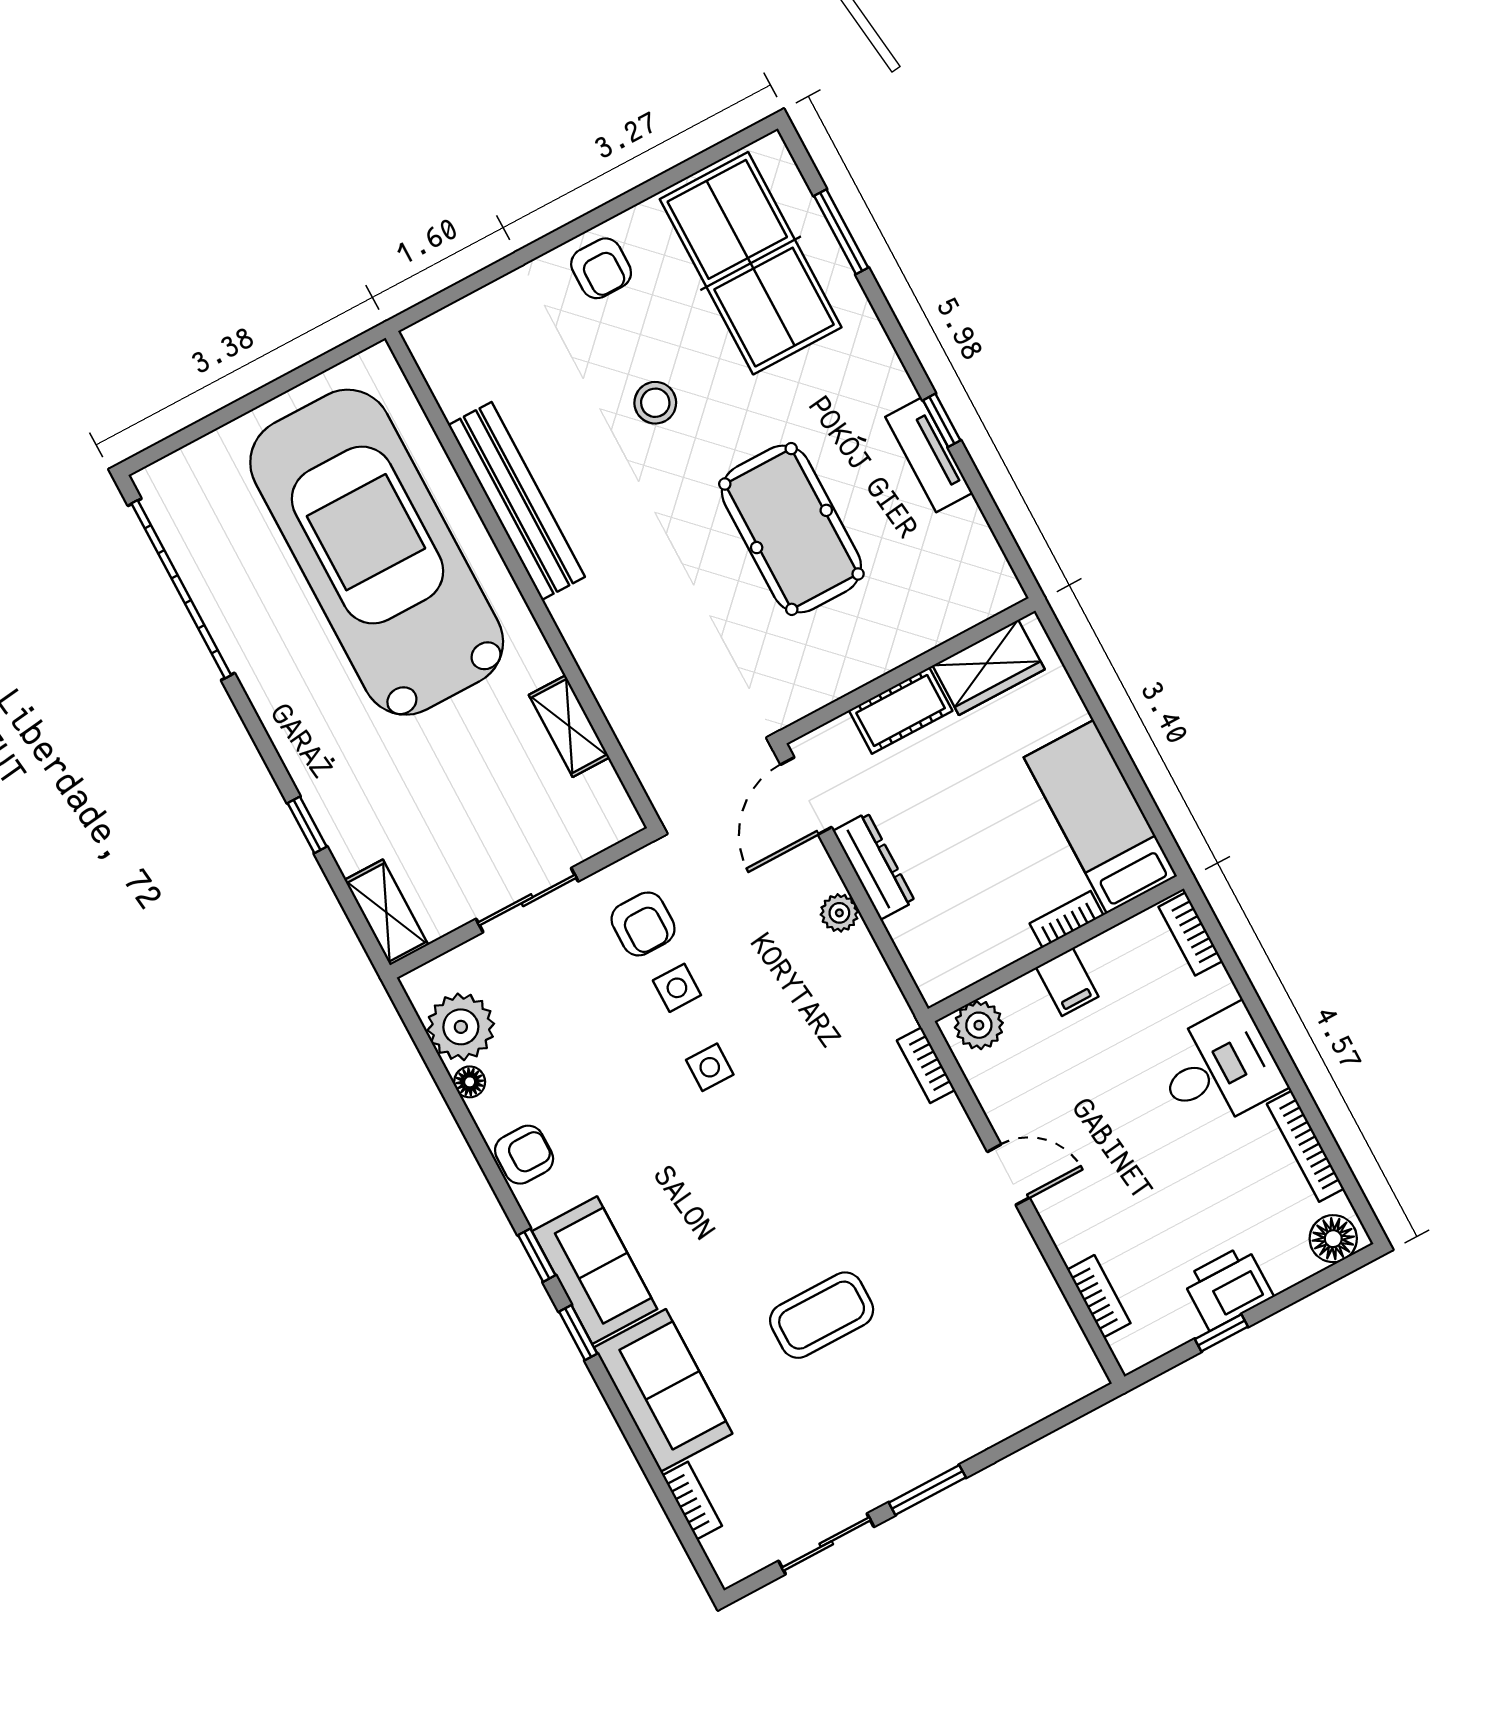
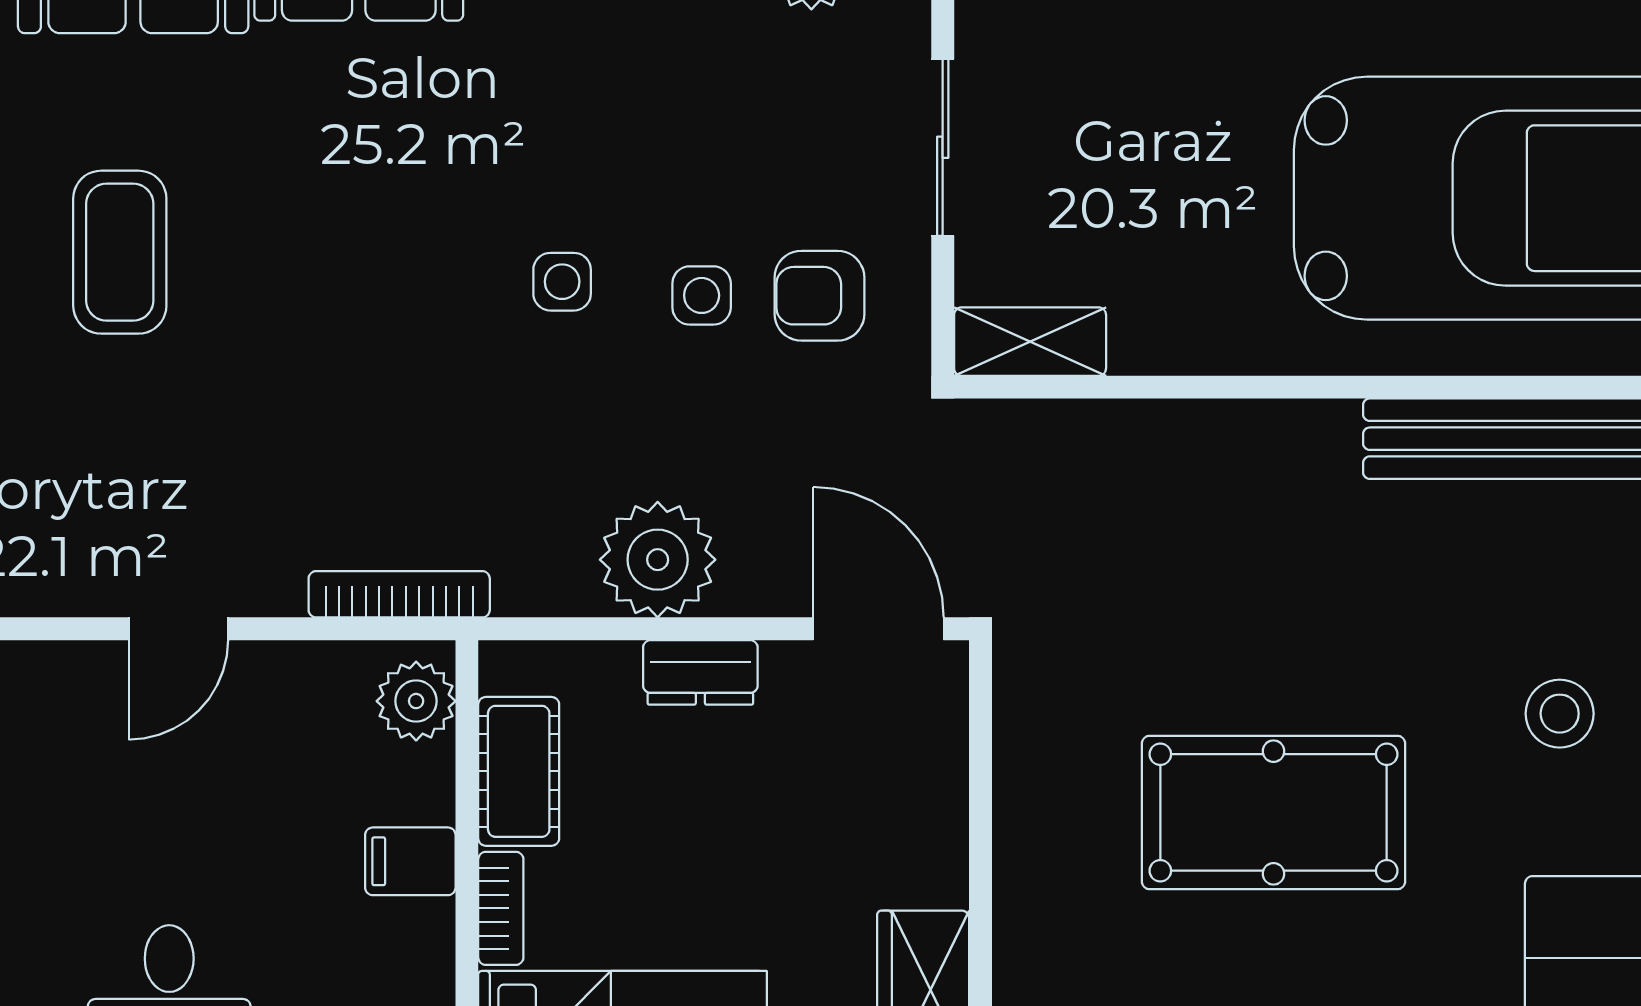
cot: (901, 711) -> (519, 771), moved
shelving: (569, 726) -> (1030, 342), moved
dresser: (874, 866) -> (700, 672), width x0.70
plant: (839, 913) -> (658, 560), width x1.88, depth x1.88
bookcase: (926, 1065) -> (399, 594), width x1.56

